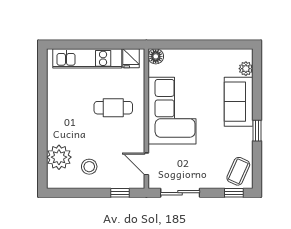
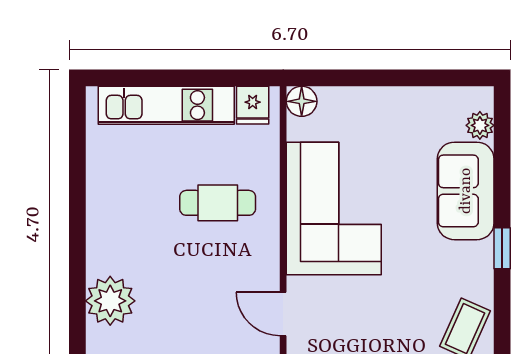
stool: (89, 167) -> (170, 319), removed

